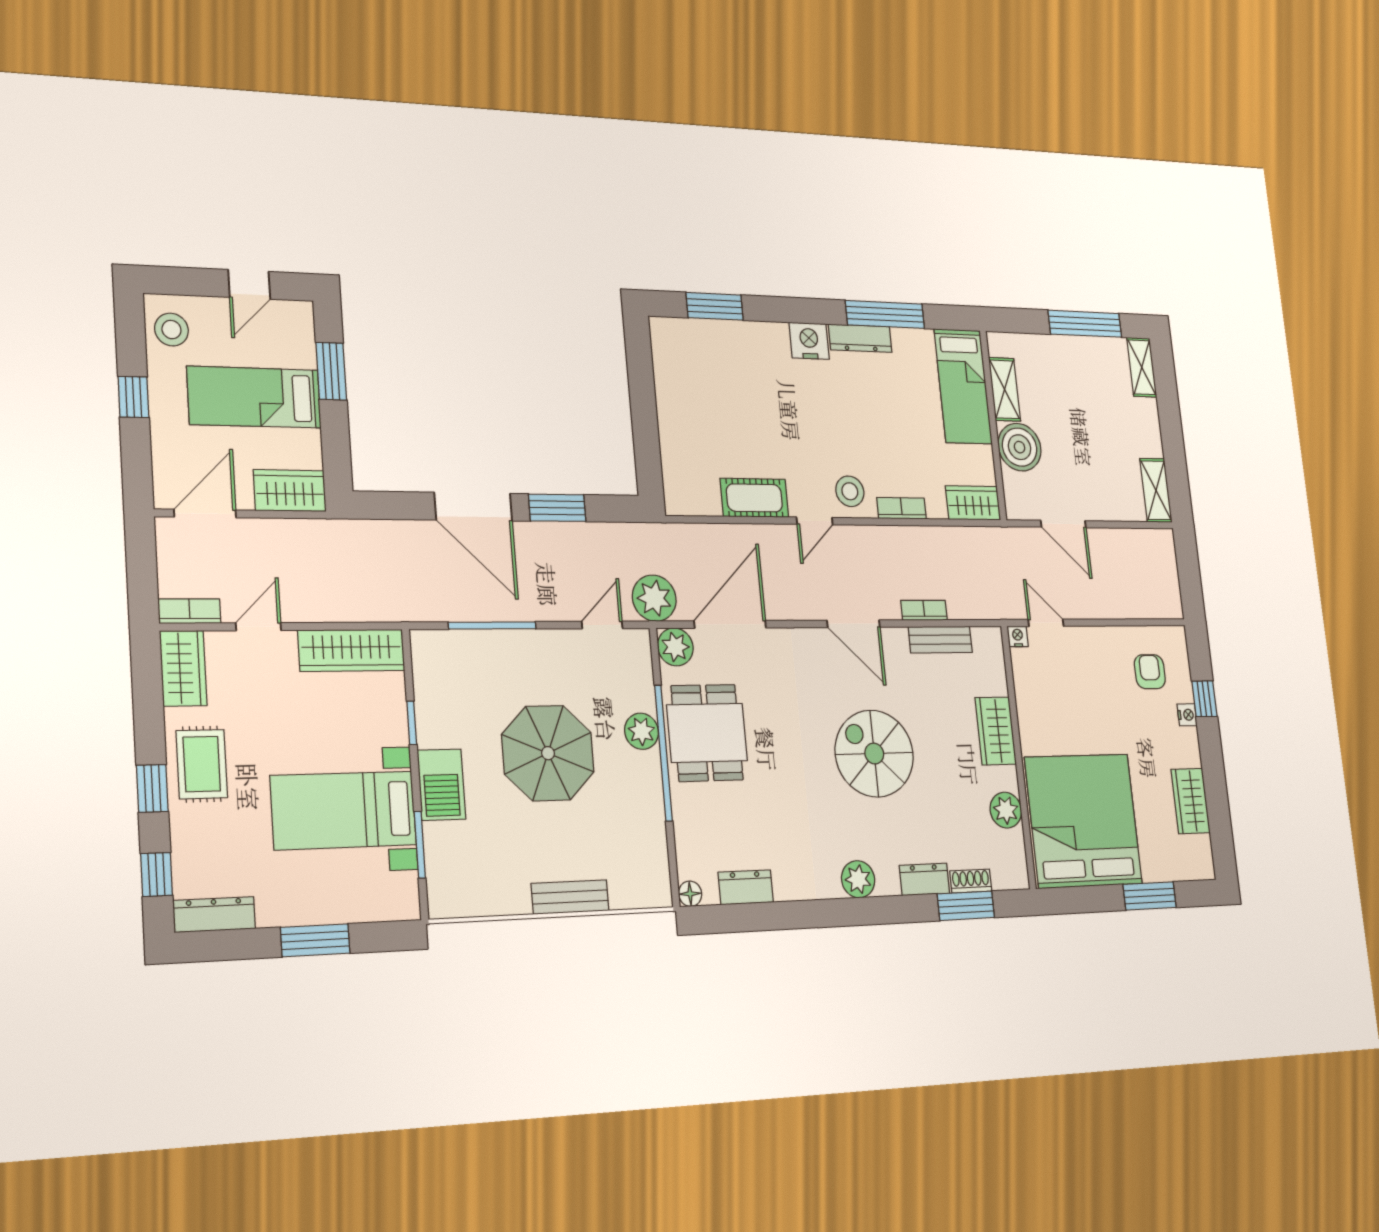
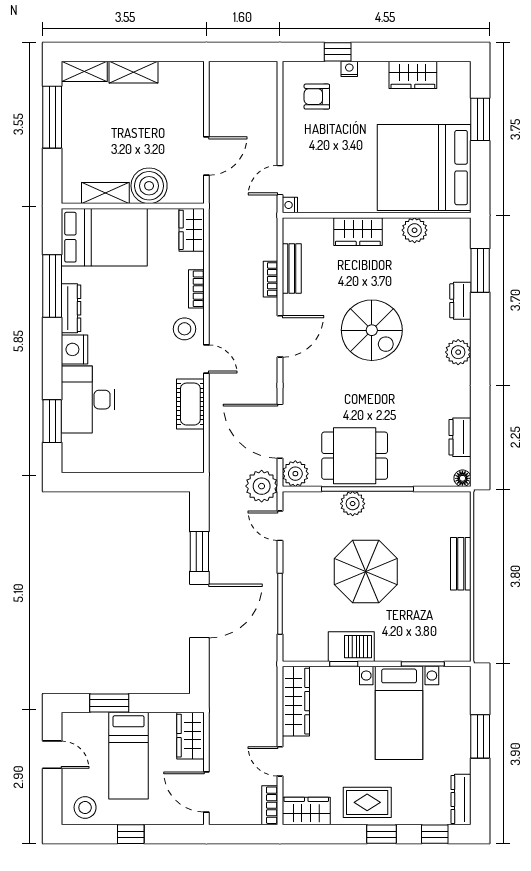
desk: (747, 356) -> (88, 400), added
bed: (963, 386) -> (104, 237), width x1.50
shelving: (1156, 490) -> (133, 72), moved
spiral stairs: (874, 754) -> (372, 330), turned -90
barbecue: (441, 785) -> (351, 647), moved
shoe rack: (971, 881) -> (463, 264), removed

